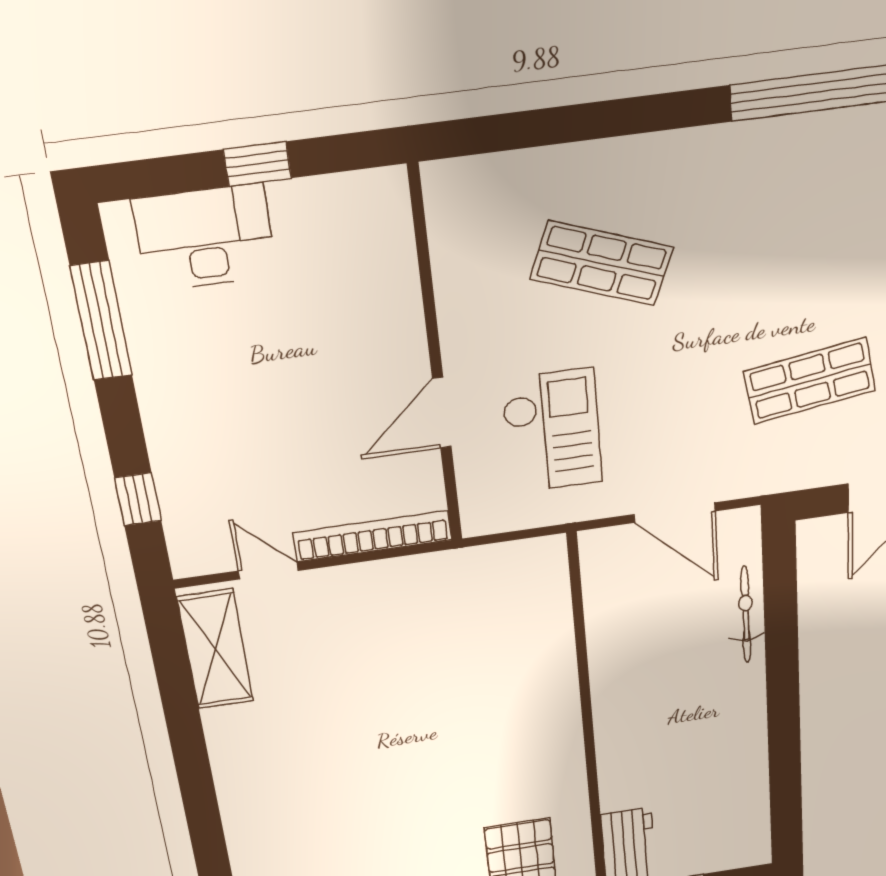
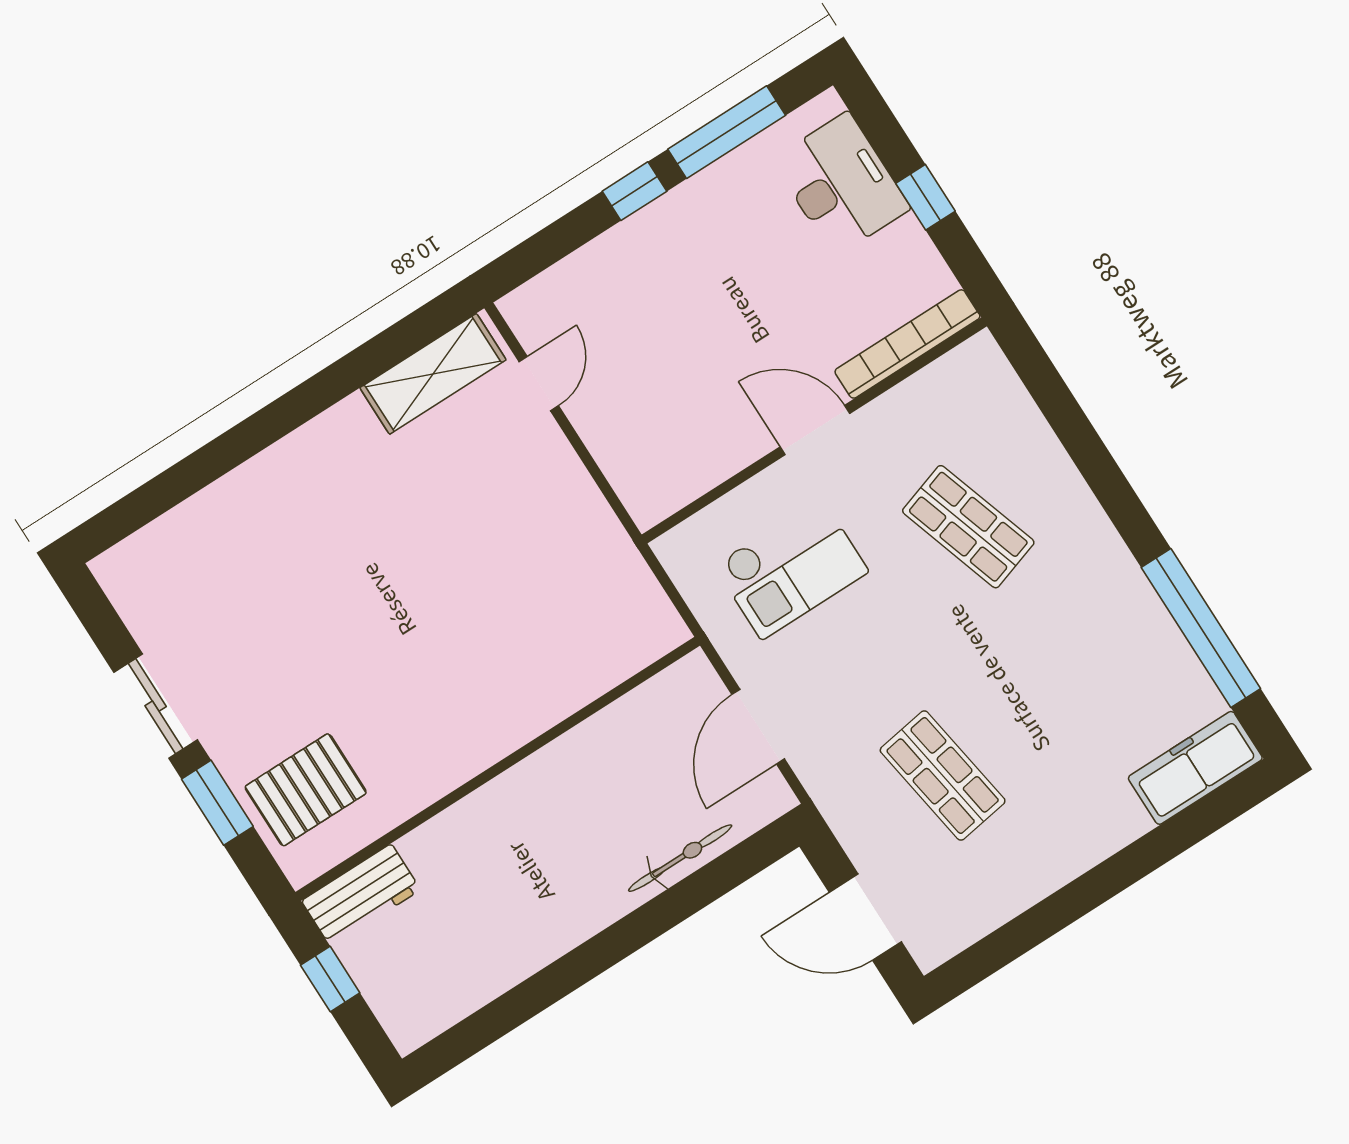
shop shelf: (602, 263) -> (968, 527), turned -39
door: (442, 413) -> (815, 430), moved
window: (138, 499) -> (634, 191), moved
bookcase: (373, 536) -> (907, 344), moved, turned -90

